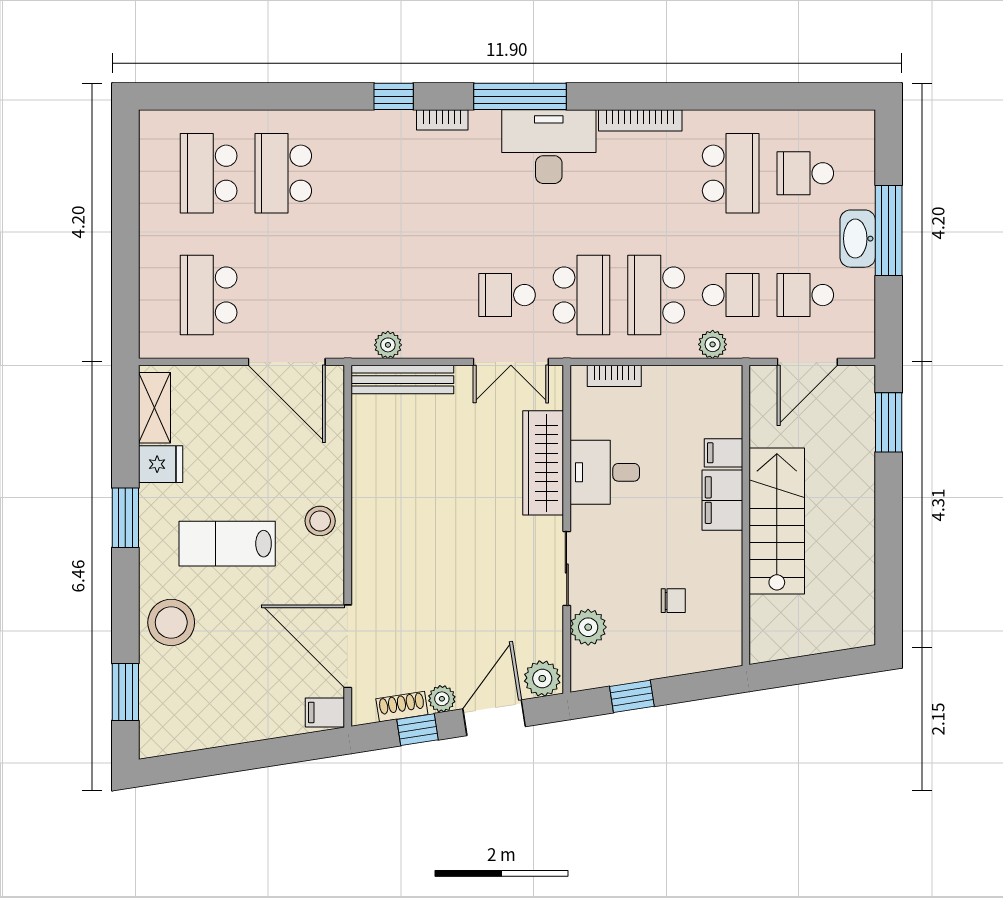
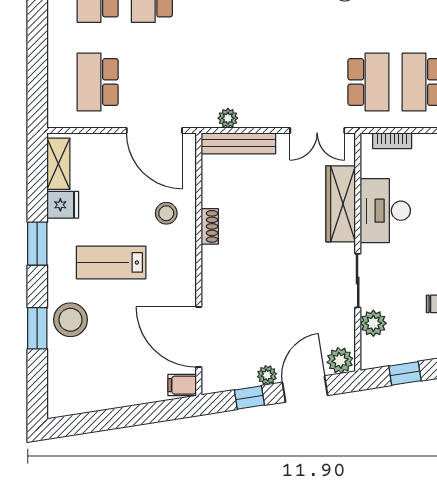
school desk: (507, 295) -> (314, 82), removed
desk: (605, 472) -> (385, 211), width x1.37
stool: (320, 521) -> (166, 213), moved
window: (125, 692) -> (37, 328), moved
shoe rack: (402, 707) -> (210, 226), moved, turned 99

